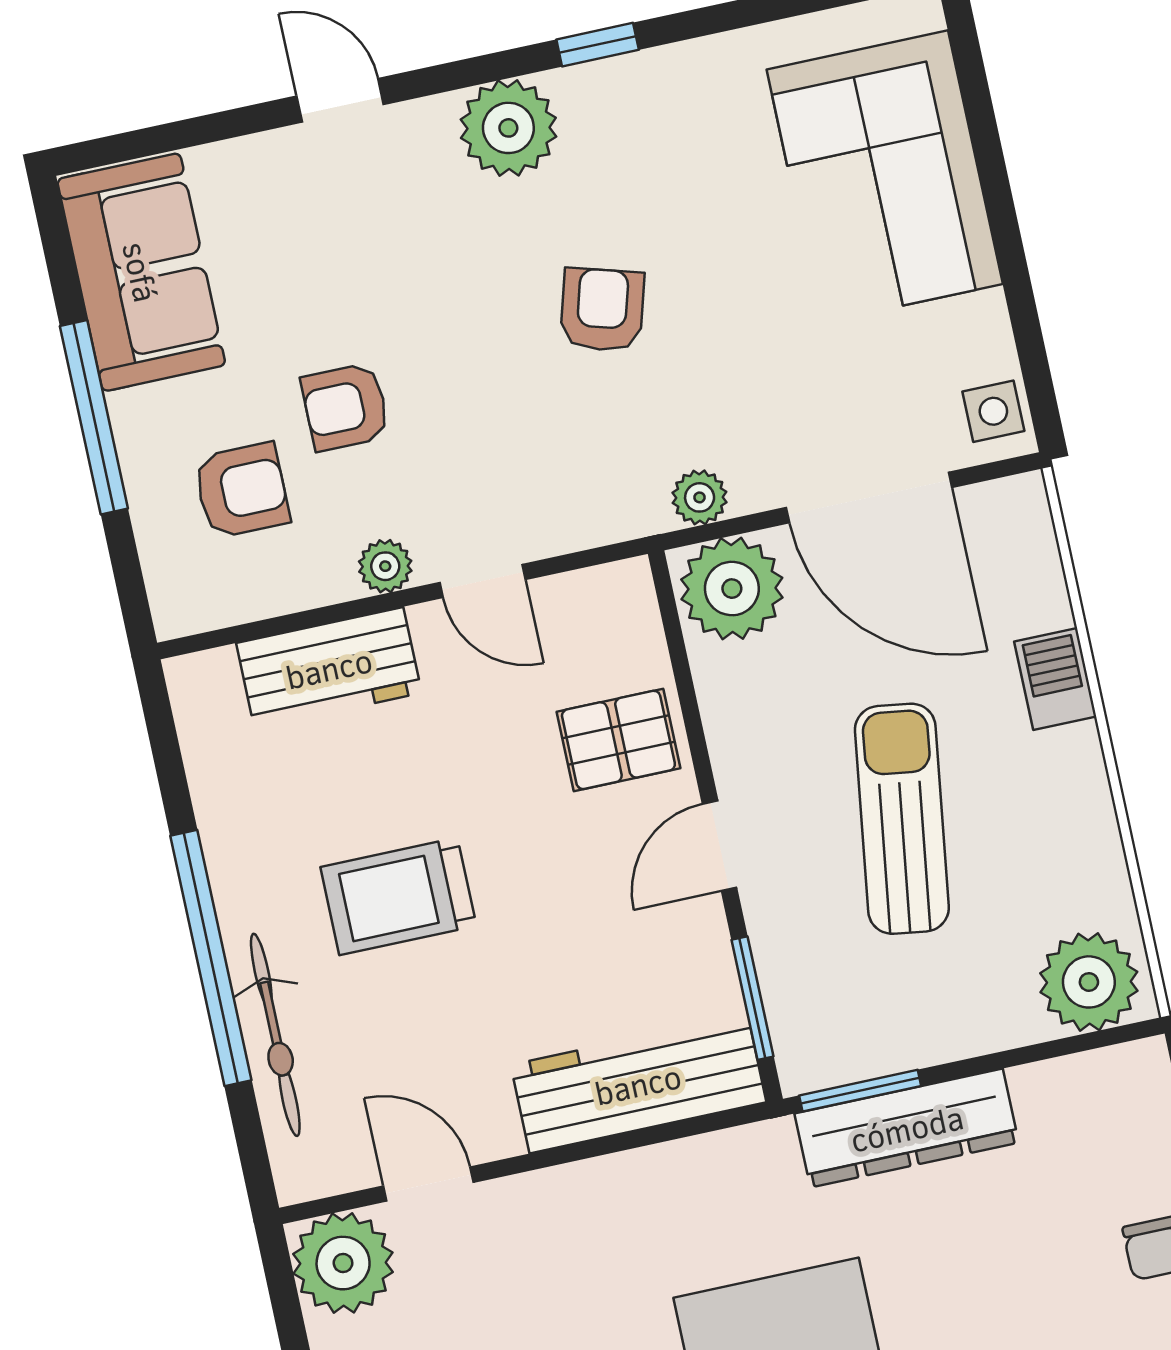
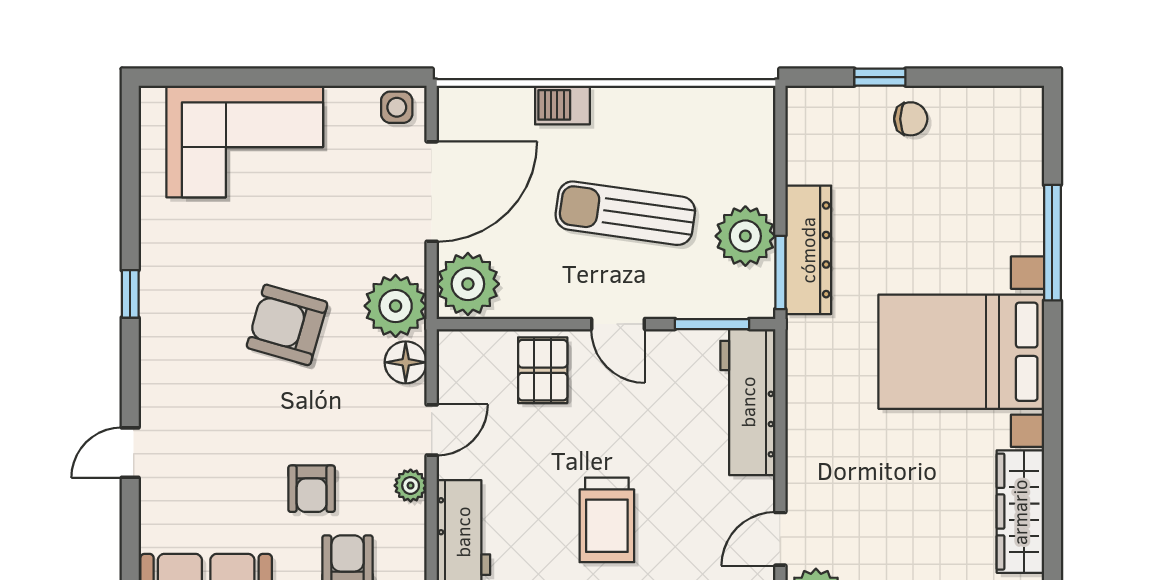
plant: (508, 128) -> (168, 357), removed
armchair: (602, 310) -> (287, 325), width x1.38, depth x1.38
plant: (700, 497) -> (396, 306), width x1.87, depth x1.87
floor lamp: (583, 515) -> (406, 362), added
plant: (1089, 982) -> (745, 236), moved

